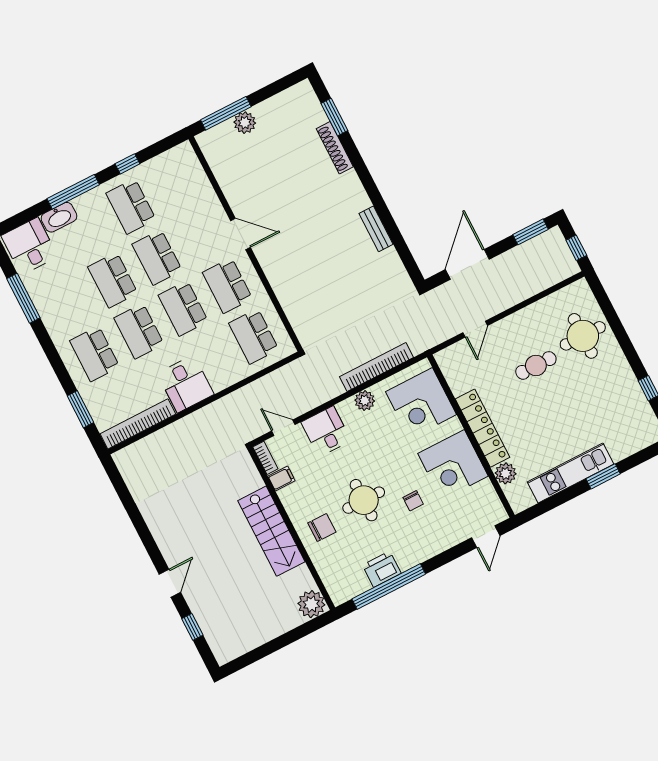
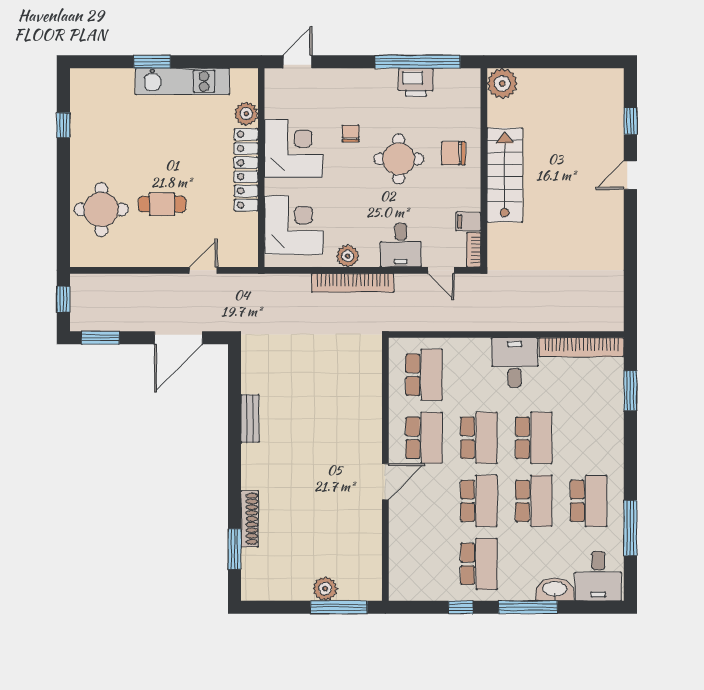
door: (241, 234) -> (385, 482), swing flipped
school desk: (95, 354) -> (589, 501), moved
bookcase: (377, 367) -> (353, 283), moved

